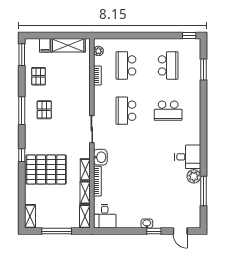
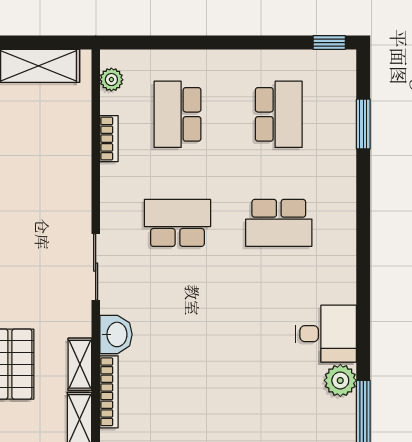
school desk: (126, 111) -> (177, 223), turned 90

